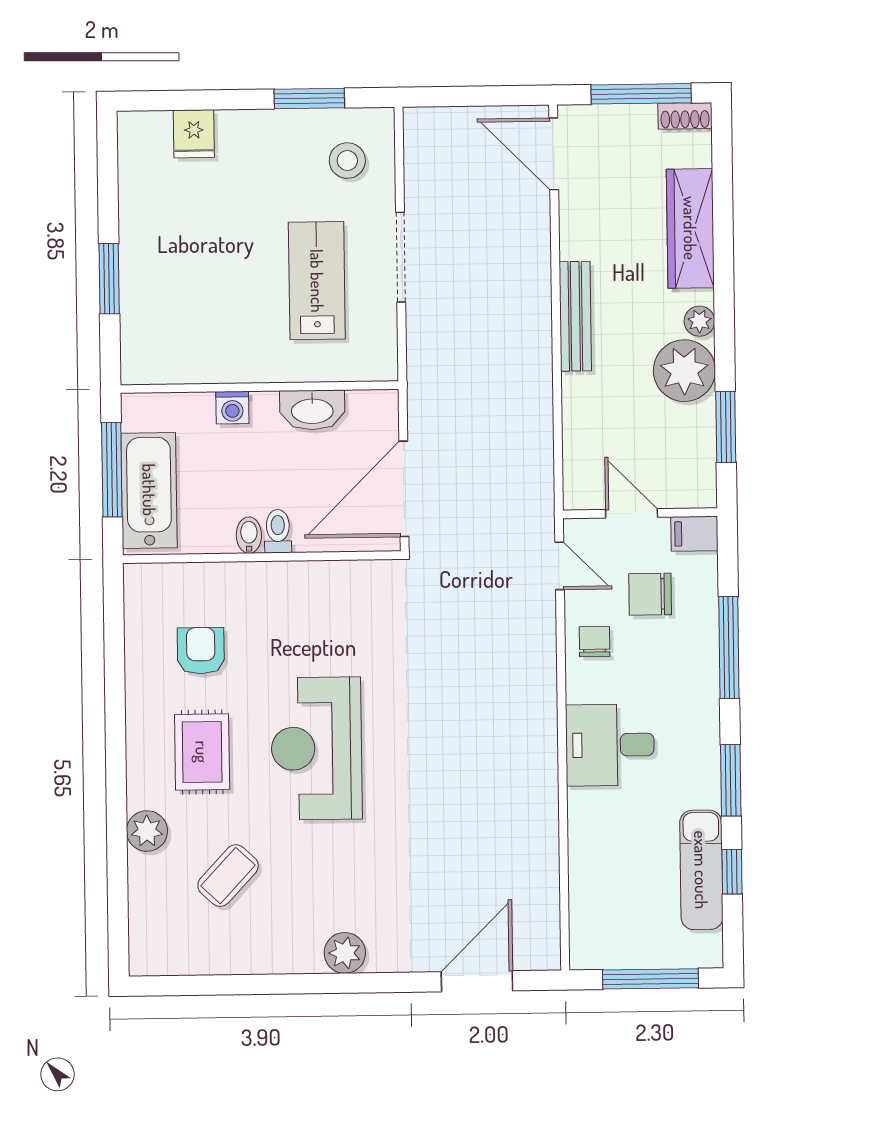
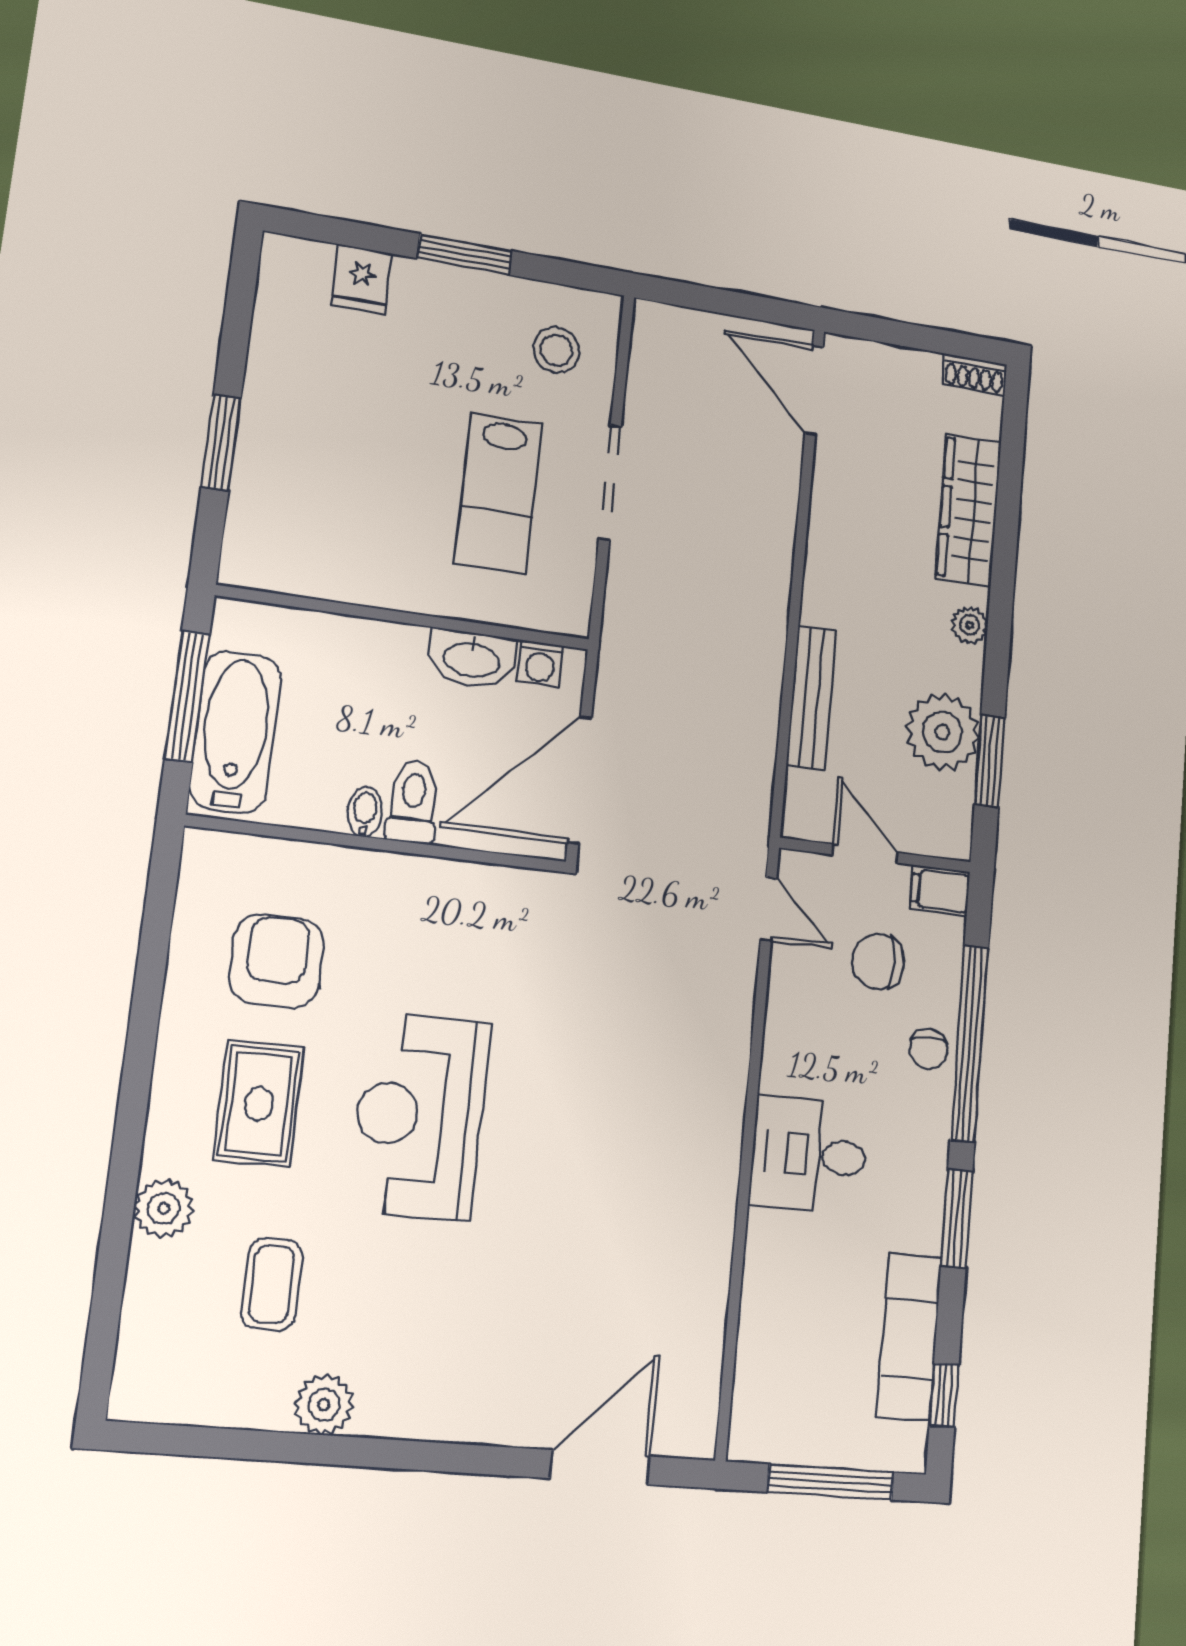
window: (641, 94) -> (925, 338), removed
window: (309, 98) -> (465, 255), moved
lab bench: (317, 281) -> (498, 493), turned 180
bench: (575, 316) -> (811, 697), moved
plant: (684, 371) -> (942, 732), moved
washing machine: (232, 408) -> (540, 664), moved
toilet: (278, 531) -> (413, 802), width x1.37, depth x1.39
chair: (595, 642) -> (929, 1049), moved, turned 180
window: (729, 648) -> (969, 1043), width x1.46
armchair: (201, 651) -> (277, 961), width x1.38, depth x1.38
window: (732, 872) -> (944, 1395), moved
coffee table: (228, 876) -> (272, 1284), turned -43
plant: (345, 953) -> (324, 1405), moved

